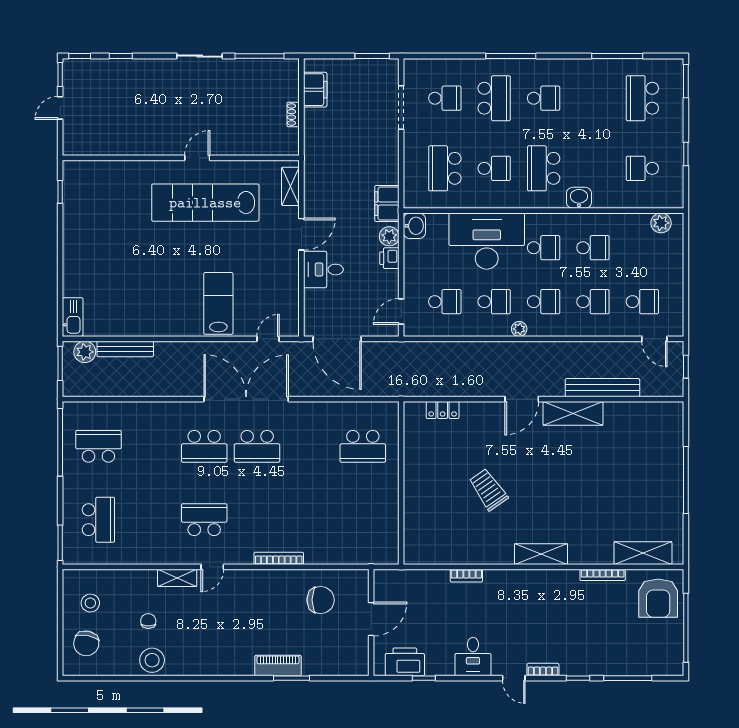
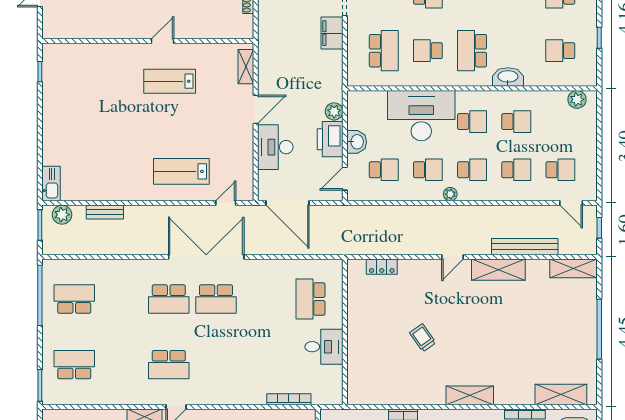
school desk: (445, 168) -> (384, 51), turned 180
school desk: (494, 168) -> (428, 51), turned 180
washbasin: (579, 198) -> (508, 77), width x1.38
lab bench: (205, 203) -> (170, 81), width x0.54, depth x0.72
filing cabinet: (387, 204) -> (332, 33), moved
washbasin: (414, 226) -> (357, 142), moved
printer: (389, 258) -> (330, 139), width x1.87, depth x1.48
desk: (323, 270) -> (275, 147), width x1.37
lab bench: (218, 303) -> (181, 171), turned -90
bench: (125, 349) -> (105, 212), width x0.73
door: (522, 399) -> (453, 257), width x0.73
shelving: (657, 412) -> (574, 268), added
school desk: (363, 446) -> (310, 299), turned 90
trolley: (488, 490) -> (423, 338), width x0.73, depth x0.72
desk: (378, 500) -> (324, 347), added
school desk: (98, 520) -> (74, 365), turned -90
school desk: (204, 520) -> (169, 365), turned 180
bookcase: (279, 558) -> (289, 399), moved

